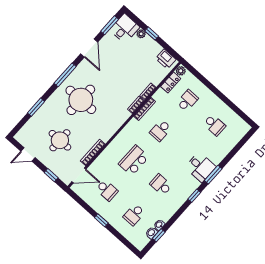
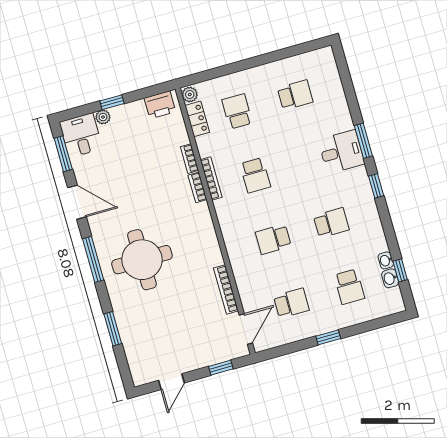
round table: (60, 140) -> (180, 325), removed
school desk: (134, 160) -> (273, 239), width x0.54
school desk: (161, 185) -> (331, 223), turned 180

